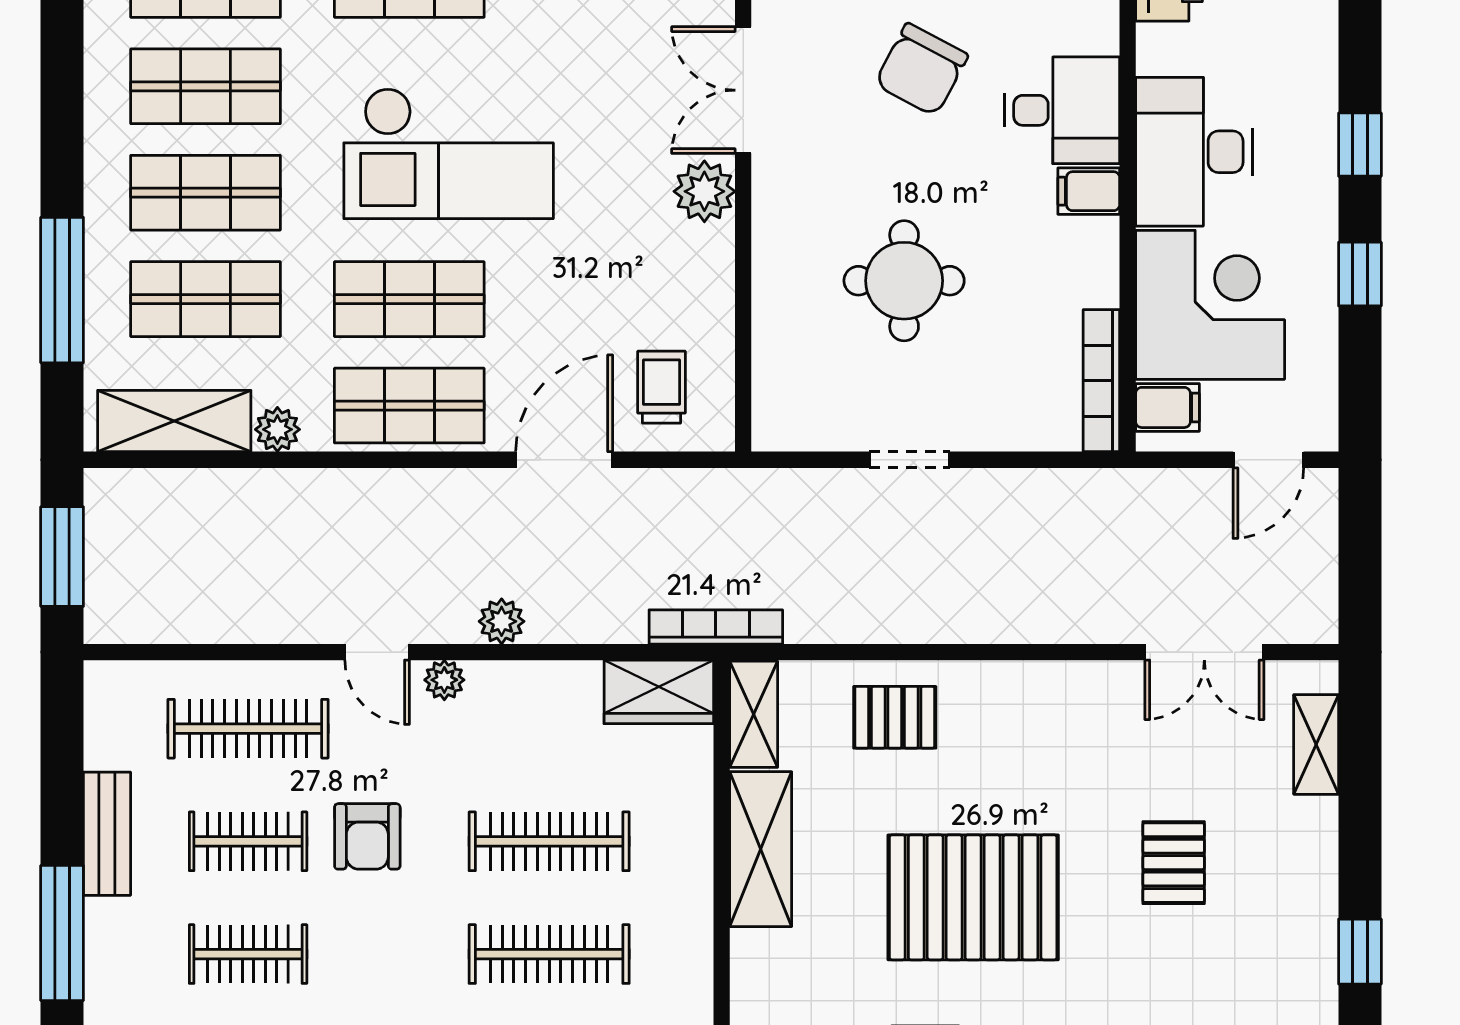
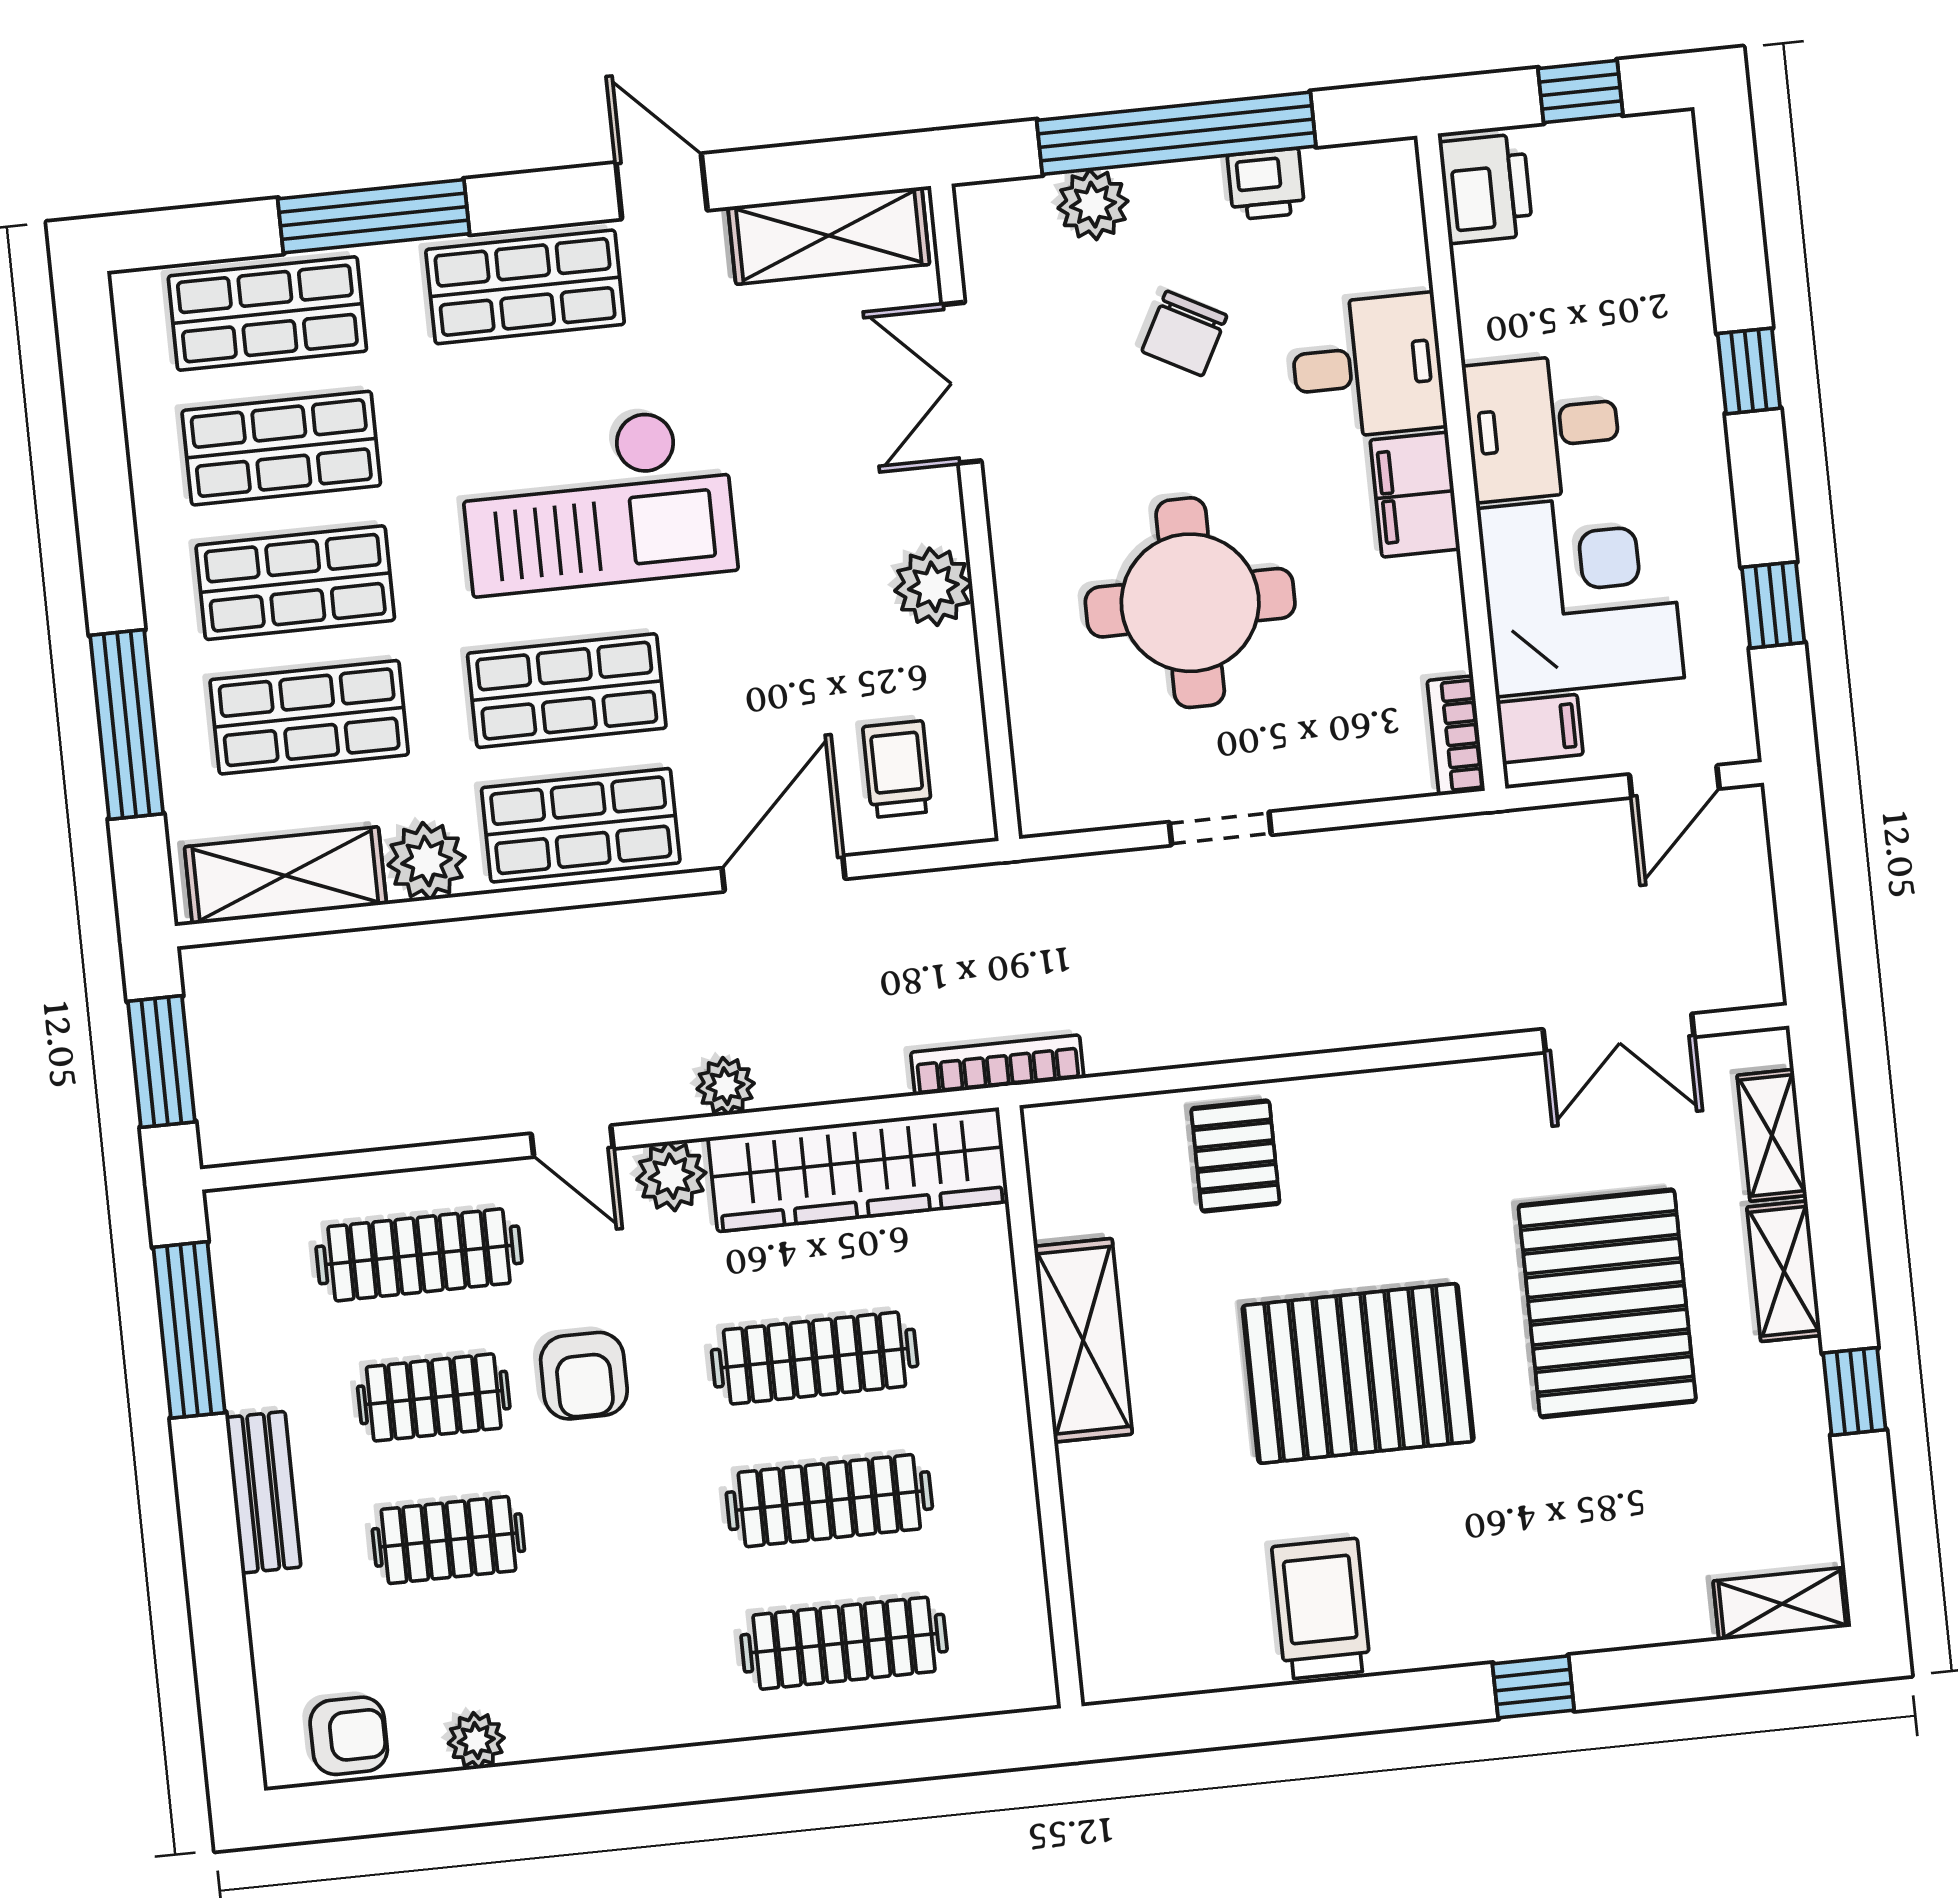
chair: (921, 70) -> (1184, 333), width x0.73, depth x0.73
desk: (1194, 152) -> (1543, 427), width x0.73
plant: (704, 191) -> (933, 587), moved
filing cabinet: (1089, 191) -> (1415, 495), width x2.00
window: (1360, 274) -> (1773, 605), moved
round table: (904, 281) -> (1190, 603), width x1.36, depth x1.36
bookcase: (1101, 381) -> (1456, 736), width x0.64
plant: (277, 429) -> (427, 861), width x1.38, depth x1.38
plant: (444, 680) -> (671, 1176), width x1.38, depth x1.38
wardrobe: (659, 692) -> (858, 1169), width x2.10, depth x1.17
shelving: (754, 714) -> (1784, 1271), moved
pallet: (895, 717) -> (1235, 1156), turned 90
bench: (107, 834) -> (263, 1492), moved
pallet: (1174, 863) -> (1607, 1303), width x2.05, depth x2.00
window: (62, 933) -> (189, 1330), moved

